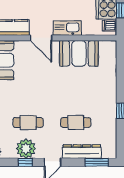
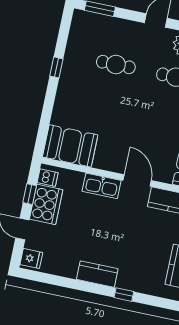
booth: (79, 53) -> (70, 146), moved
dresser: (82, 152) -> (116, 26), removed

